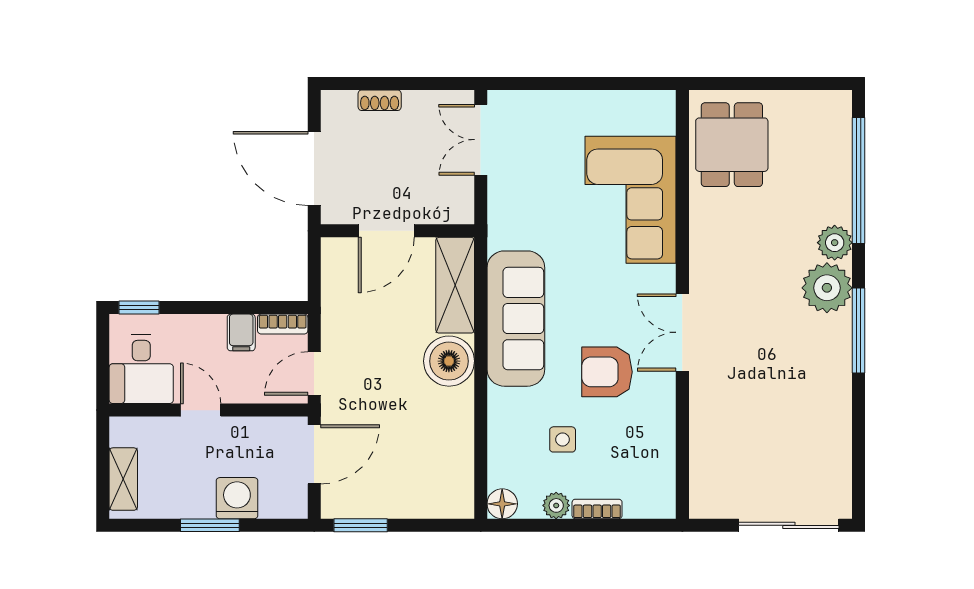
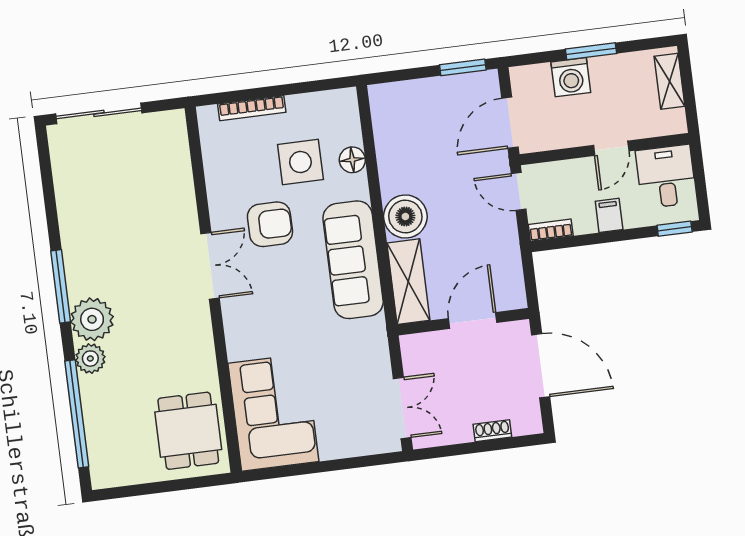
corner sofa: (631, 200) -> (273, 412), moved
filing cabinet: (241, 332) -> (609, 215), moved
door: (314, 373) -> (519, 191), swing flipped
door: (201, 410) -> (611, 148), hinge flipped
side table: (563, 439) -> (300, 162), width x1.87, depth x1.87
floor lamp: (502, 504) -> (352, 160), moved
plant: (556, 505) -> (299, 105), removed
bookcase: (597, 509) -> (252, 108), width x1.56

